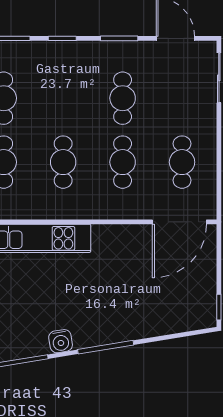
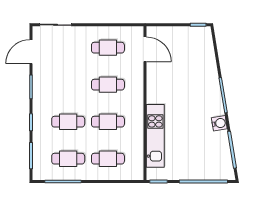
cafe table: (123, 98) -> (68, 122), moved
door: (179, 222) -> (145, 49), width x0.73

